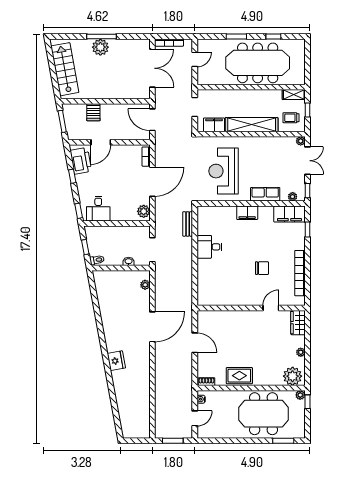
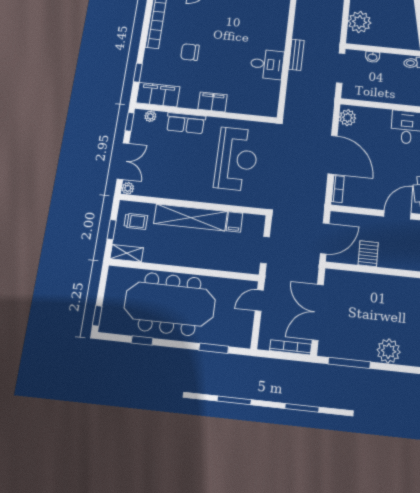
window: (102, 37) -> (349, 363), moved
window: (236, 37) -> (214, 348), moved
window: (307, 50) -> (97, 316), added
door: (195, 59) -> (259, 300), moved
server rack: (93, 112) -> (368, 254), moved
door: (152, 120) -> (325, 238), hinge flipped
filing cabinet: (214, 125) -> (234, 222), width x0.50
double door: (307, 161) -> (123, 161), swing flipped
door: (152, 182) -> (333, 155), swing flipped
bench: (188, 224) -> (296, 55), moved
chair: (262, 268) -> (190, 52), moved
plant: (145, 285) -> (360, 22), width x1.88, depth x1.88

